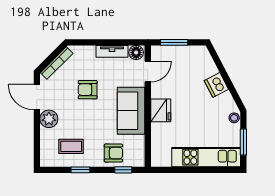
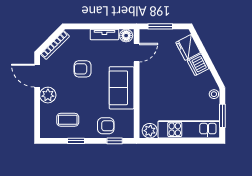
fridge: (161, 110) -> (188, 47), moved, turned 152
plant: (162, 159) -> (150, 131), added

